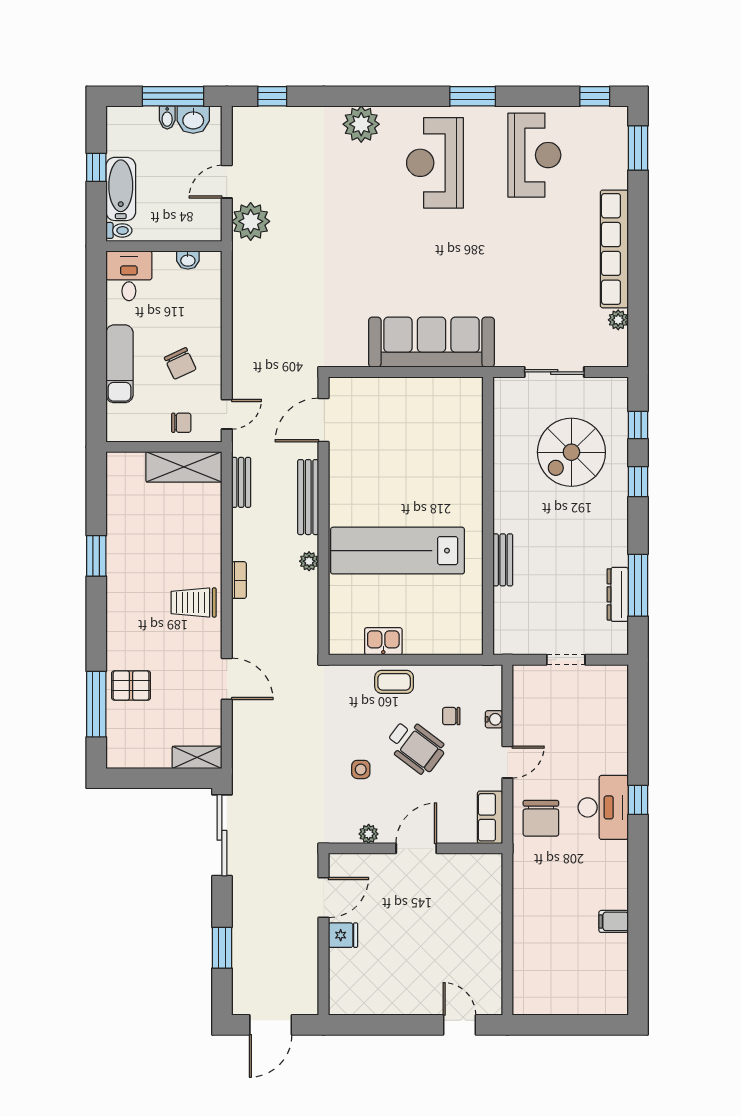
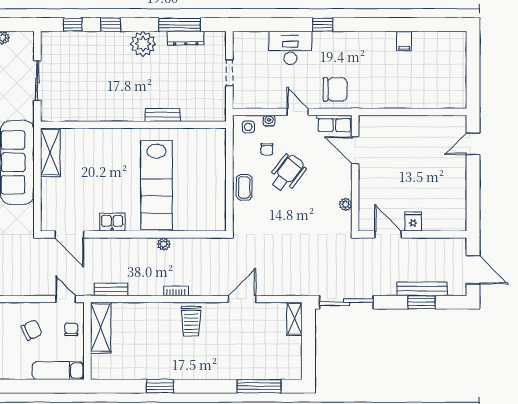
exam couch: (119, 364) -> (58, 371), moved
shelving: (447, 391) -> (50, 152), added
spiral stairs: (571, 452) -> (91, 69), removed
bench: (308, 497) -> (422, 289), moved
plant: (609, 530) -> (143, 44), added
kitchen sink: (383, 641) -> (112, 222), moved, turned 90
pallet: (131, 685) -> (247, 363), removed
side table: (361, 769) -> (248, 127), moved
desk: (603, 807) -> (290, 48), moved
door: (416, 848) -> (355, 150), moved

